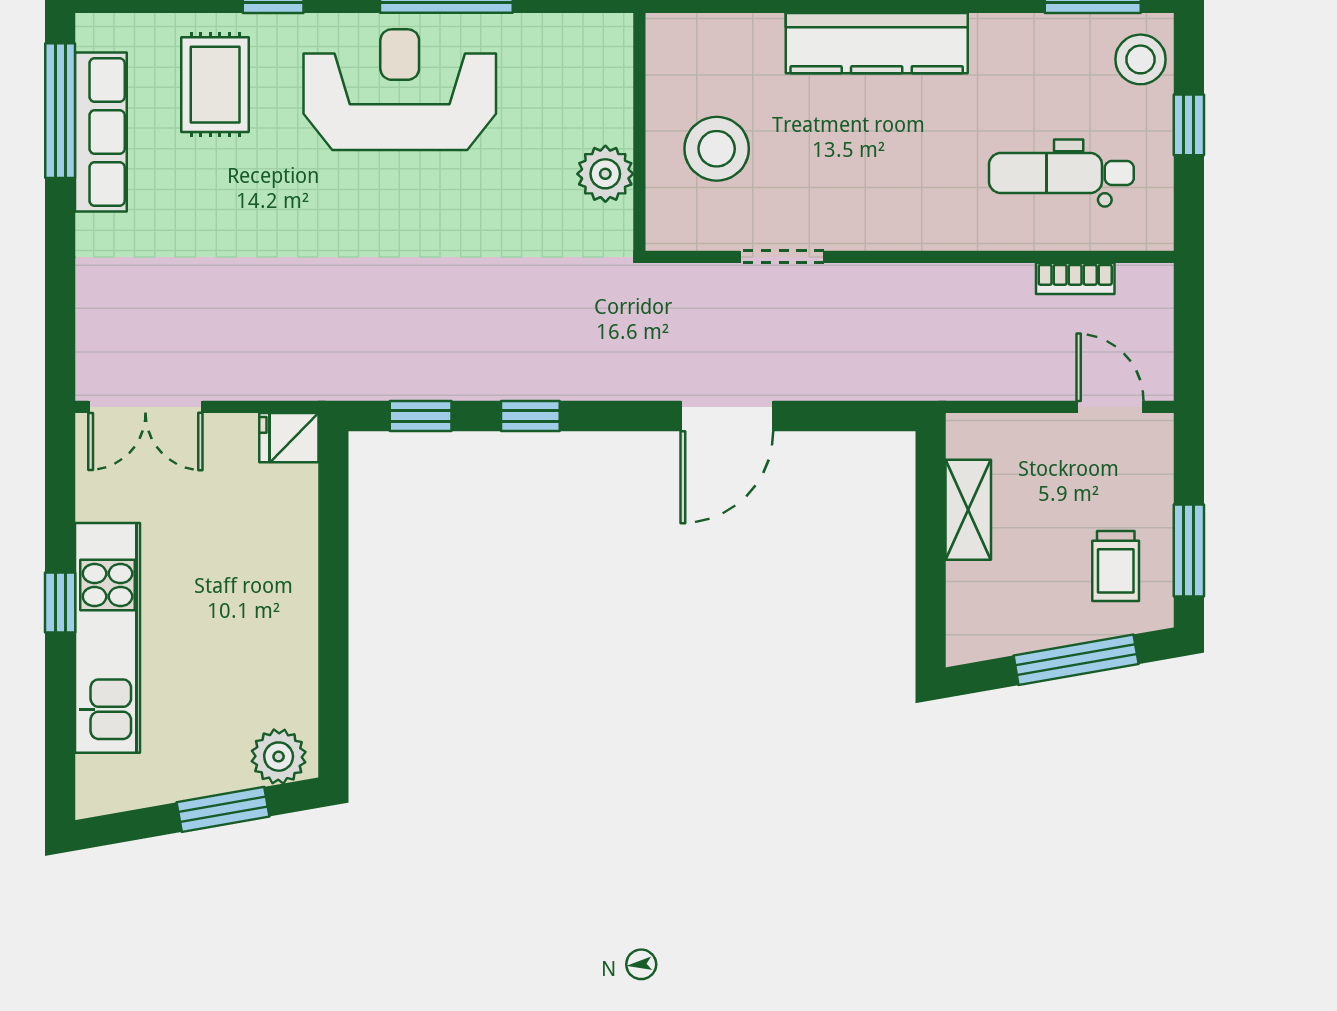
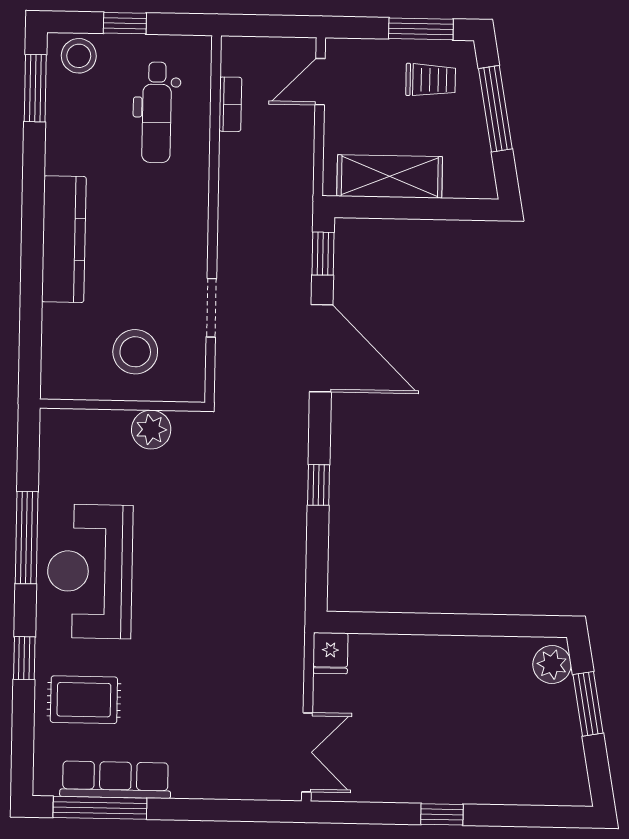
window: (421, 416) -> (323, 254), moved
door: (727, 416) -> (321, 348), width x1.36
shelving: (968, 510) -> (390, 176), width x1.50, depth x1.33
kitchen unit: (108, 638) -> (467, 782), removed

